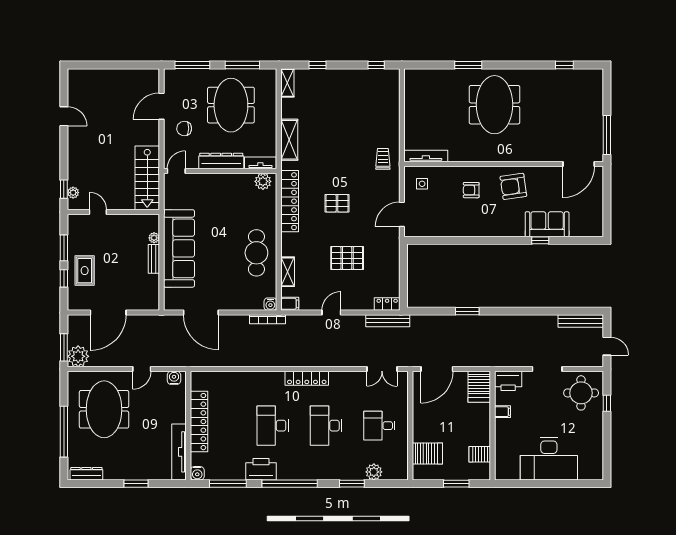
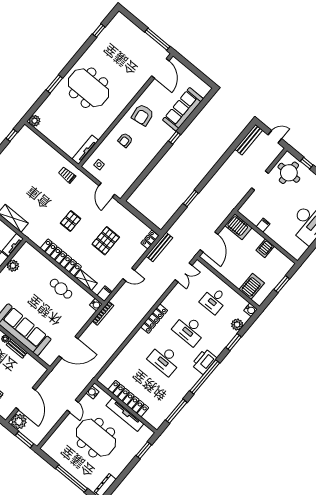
plant: (412, 76) -> (35, 121), added
plant: (263, 181) -> (13, 266), moved
locker: (290, 201) -> (61, 257), moved
sofa: (547, 224) -> (183, 109), width x1.36
window: (540, 240) -> (175, 138), moved
cafe table: (256, 253) -> (61, 289), width x0.73, depth x0.74
door: (331, 313) -> (129, 275), swing flipped
plant: (78, 356) -> (19, 421), moved
printer: (508, 381) -> (249, 208), removed
meeting table: (104, 409) -> (96, 438), moved
tv unit: (179, 452) -> (125, 415), moved
server rack: (480, 454) -> (265, 248), moved
printer: (261, 469) -> (204, 361), moved
water cooler: (197, 473) -> (251, 310), moved
window: (136, 484) -> (144, 450), moved

